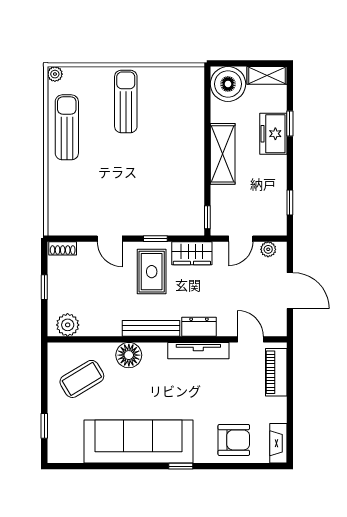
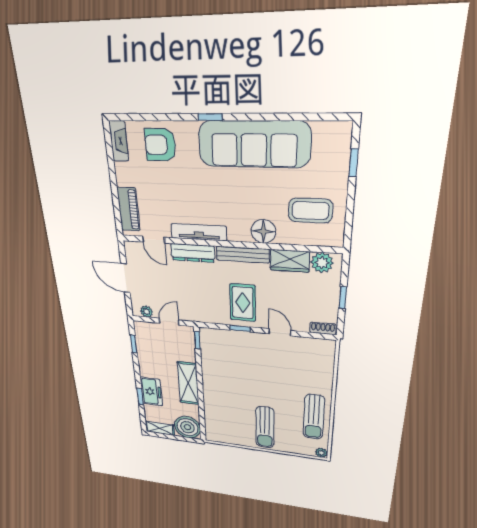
wardrobe: (192, 253) -> (290, 261), moved, turned 180
dresser: (199, 327) -> (193, 253), width x1.44
coffee table: (82, 379) -> (310, 211), turned 31

